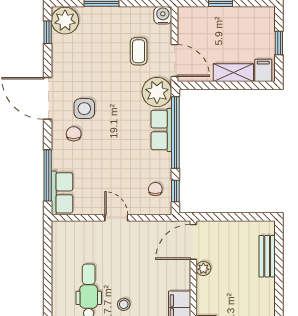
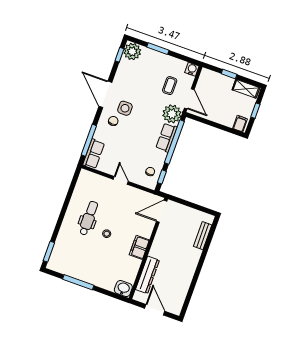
shelving: (233, 73) -> (246, 89), moved
plant: (203, 268) -> (162, 229), removed

